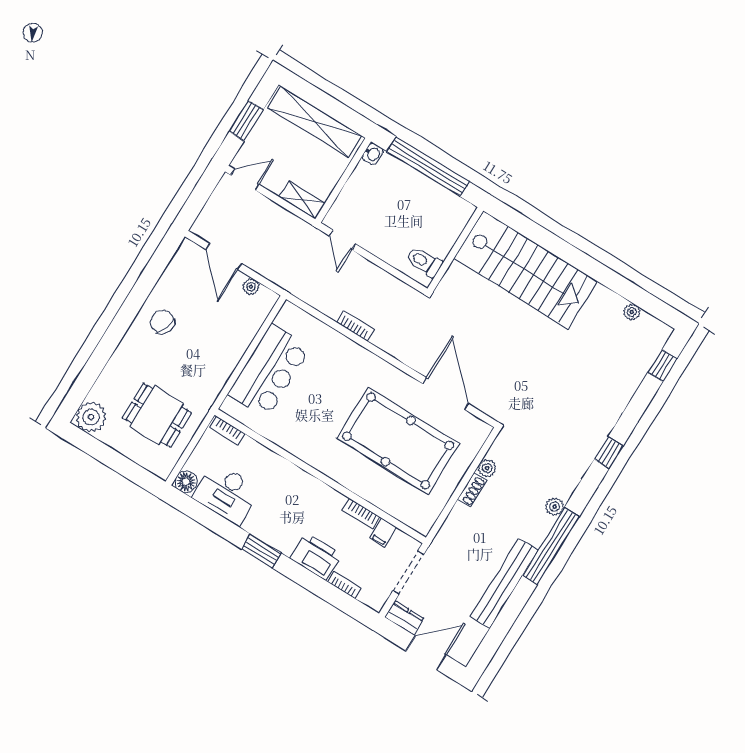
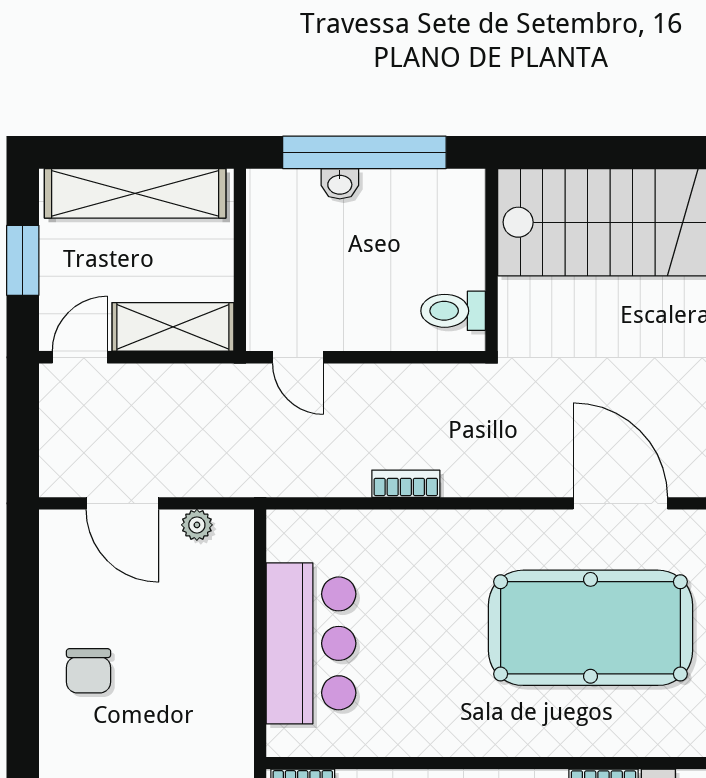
washbasin: (373, 154) -> (340, 184), moved, turned 90
shelving: (302, 200) -> (173, 327), width x1.50, depth x1.33
chair: (162, 322) -> (88, 671), turned -110

